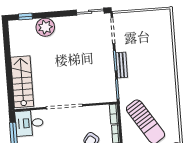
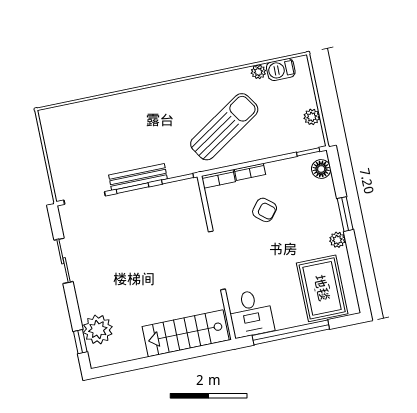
sliding door: (90, 12) -> (63, 261), moved
plant: (45, 27) -> (98, 330), moved
bench: (122, 65) -> (138, 177), width x1.36

